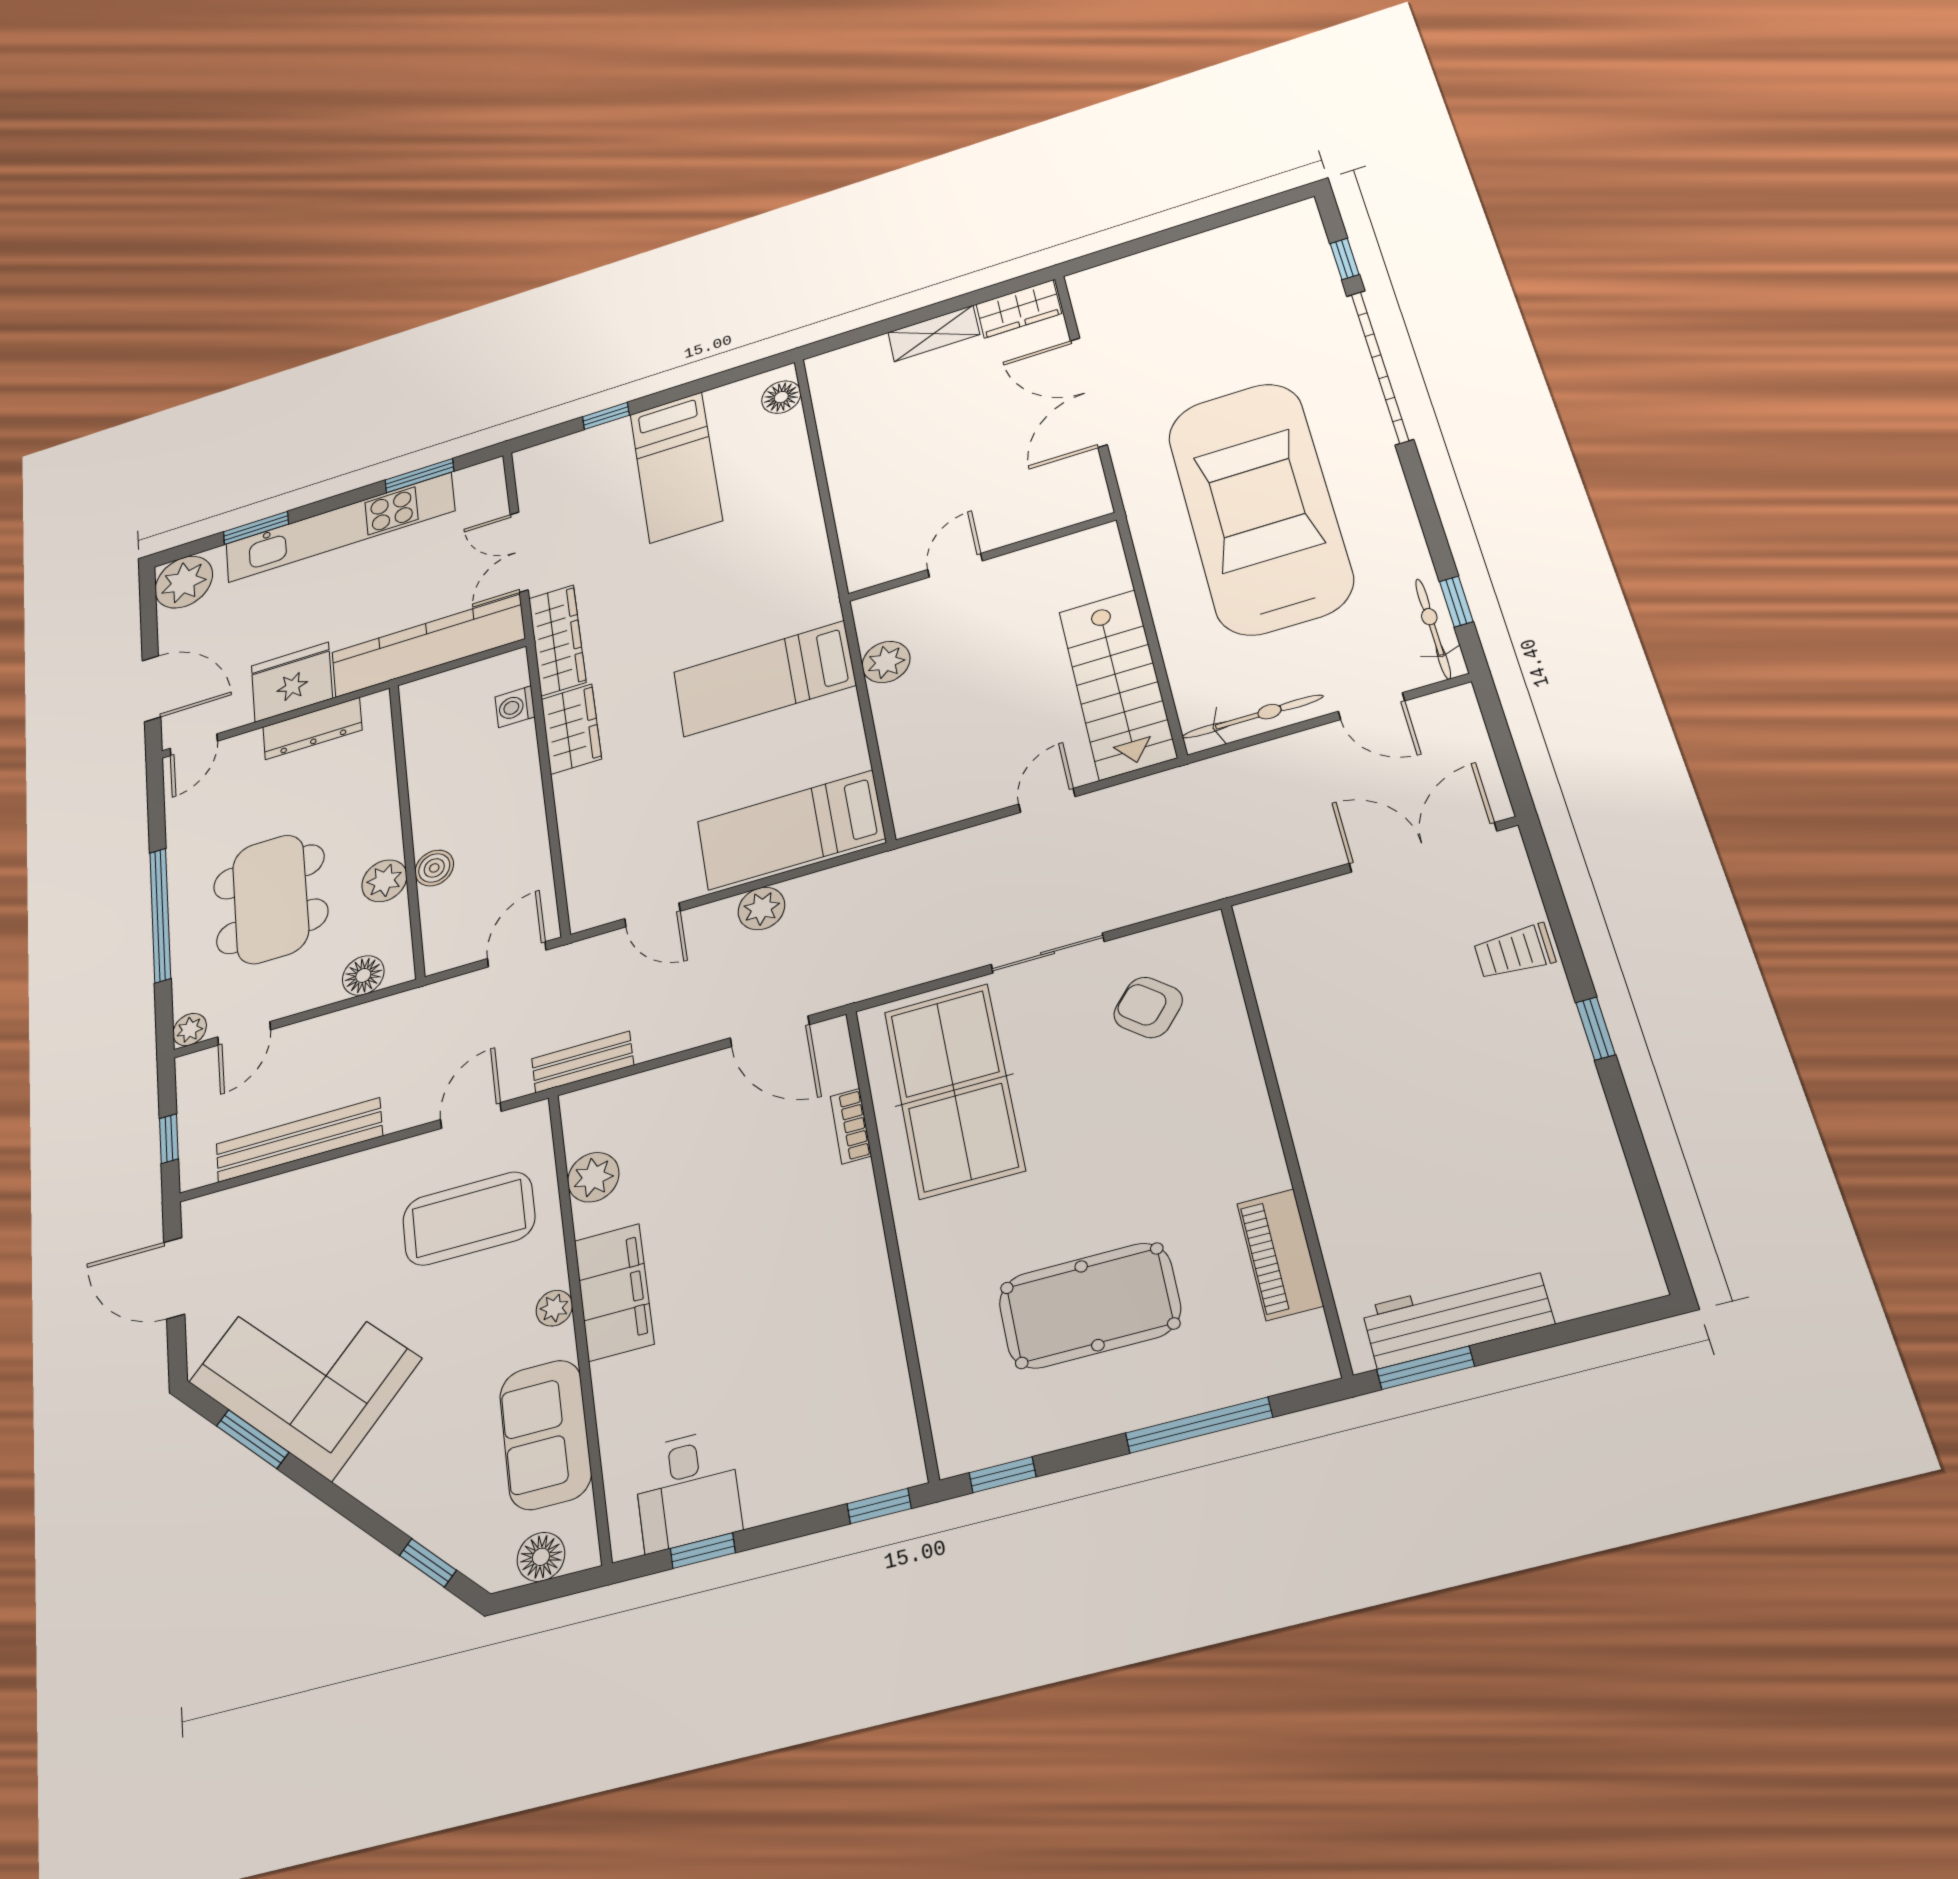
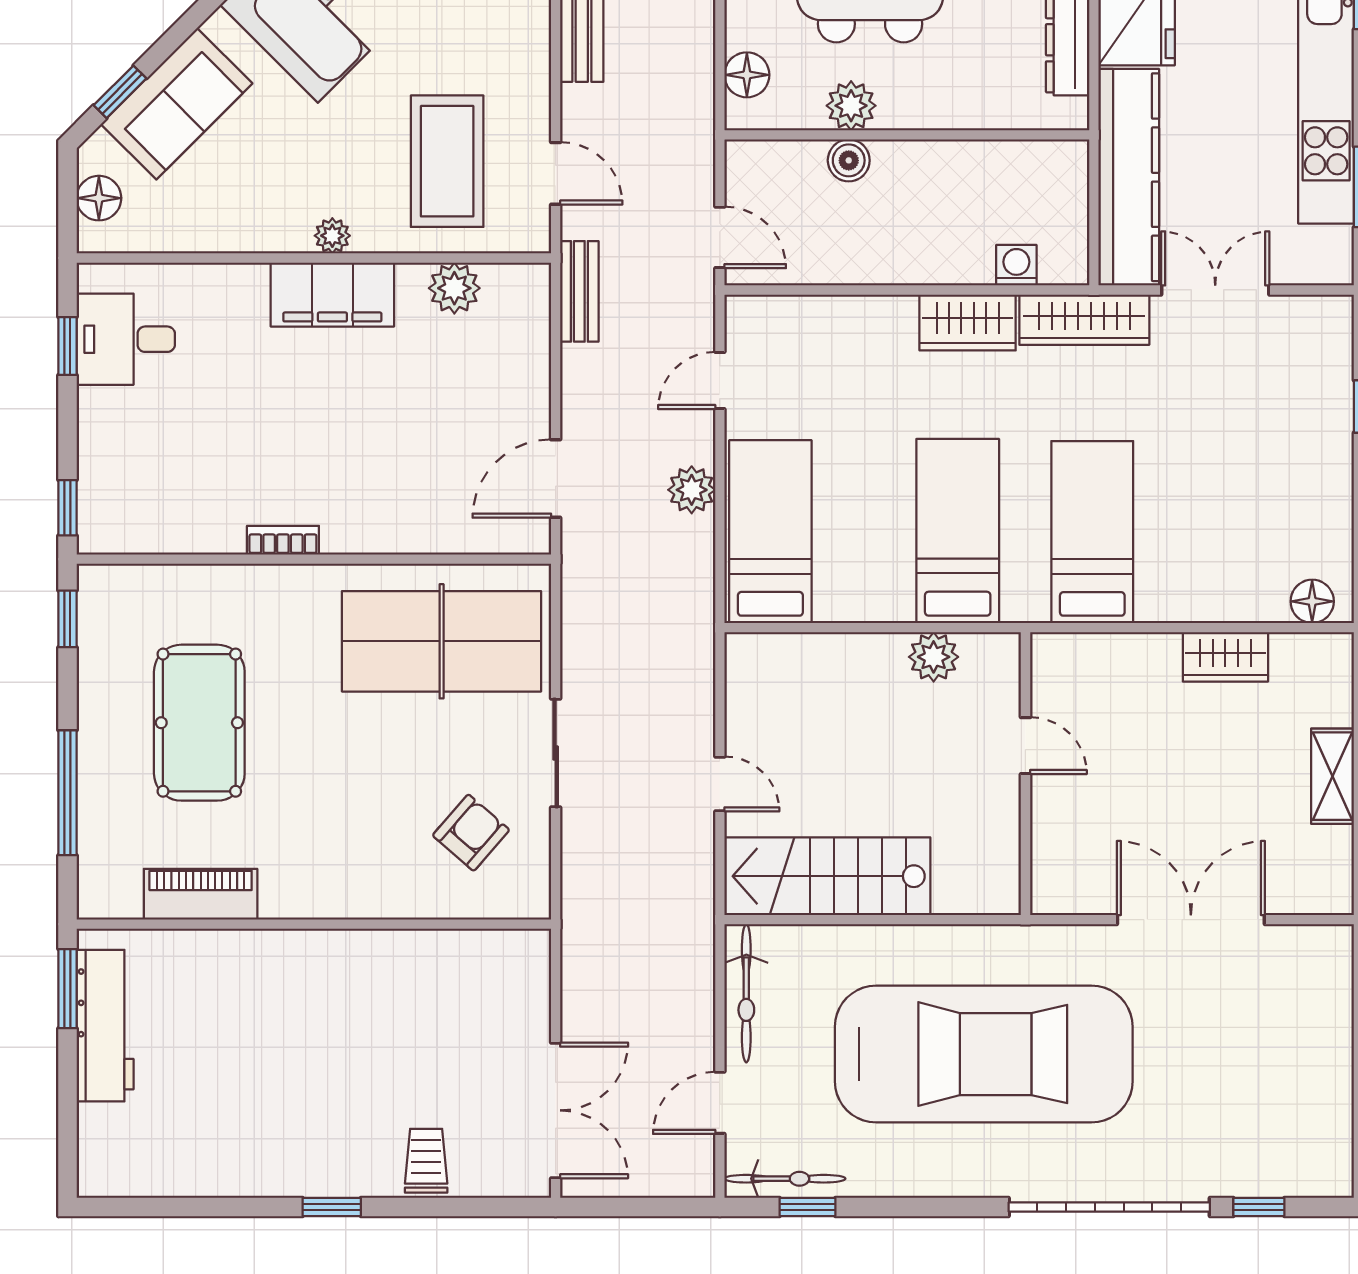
wardrobe: (1019, 309) -> (1225, 657), moved, turned -90
bed: (676, 467) -> (1092, 532), moved, turned 90
bookcase: (851, 1126) -> (283, 540), moved
sofa: (545, 1434) -> (177, 104), moved, turned 135

